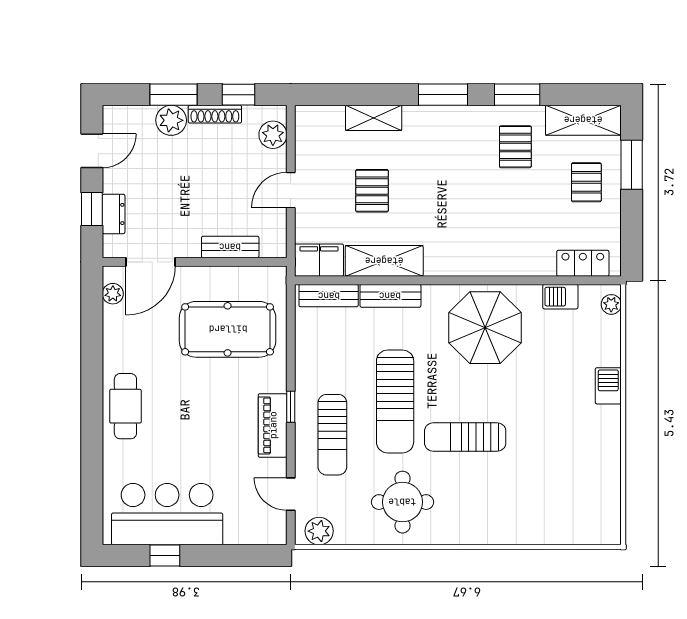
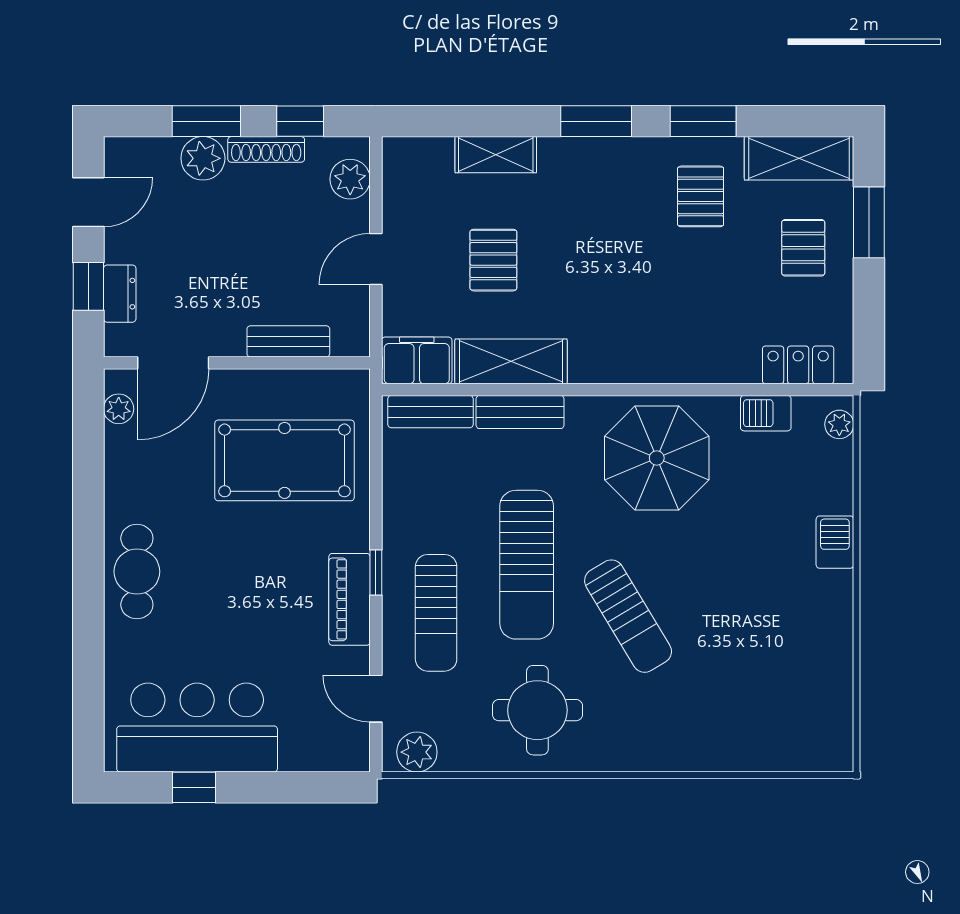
sun lounger: (465, 437) -> (628, 616), turned -121

